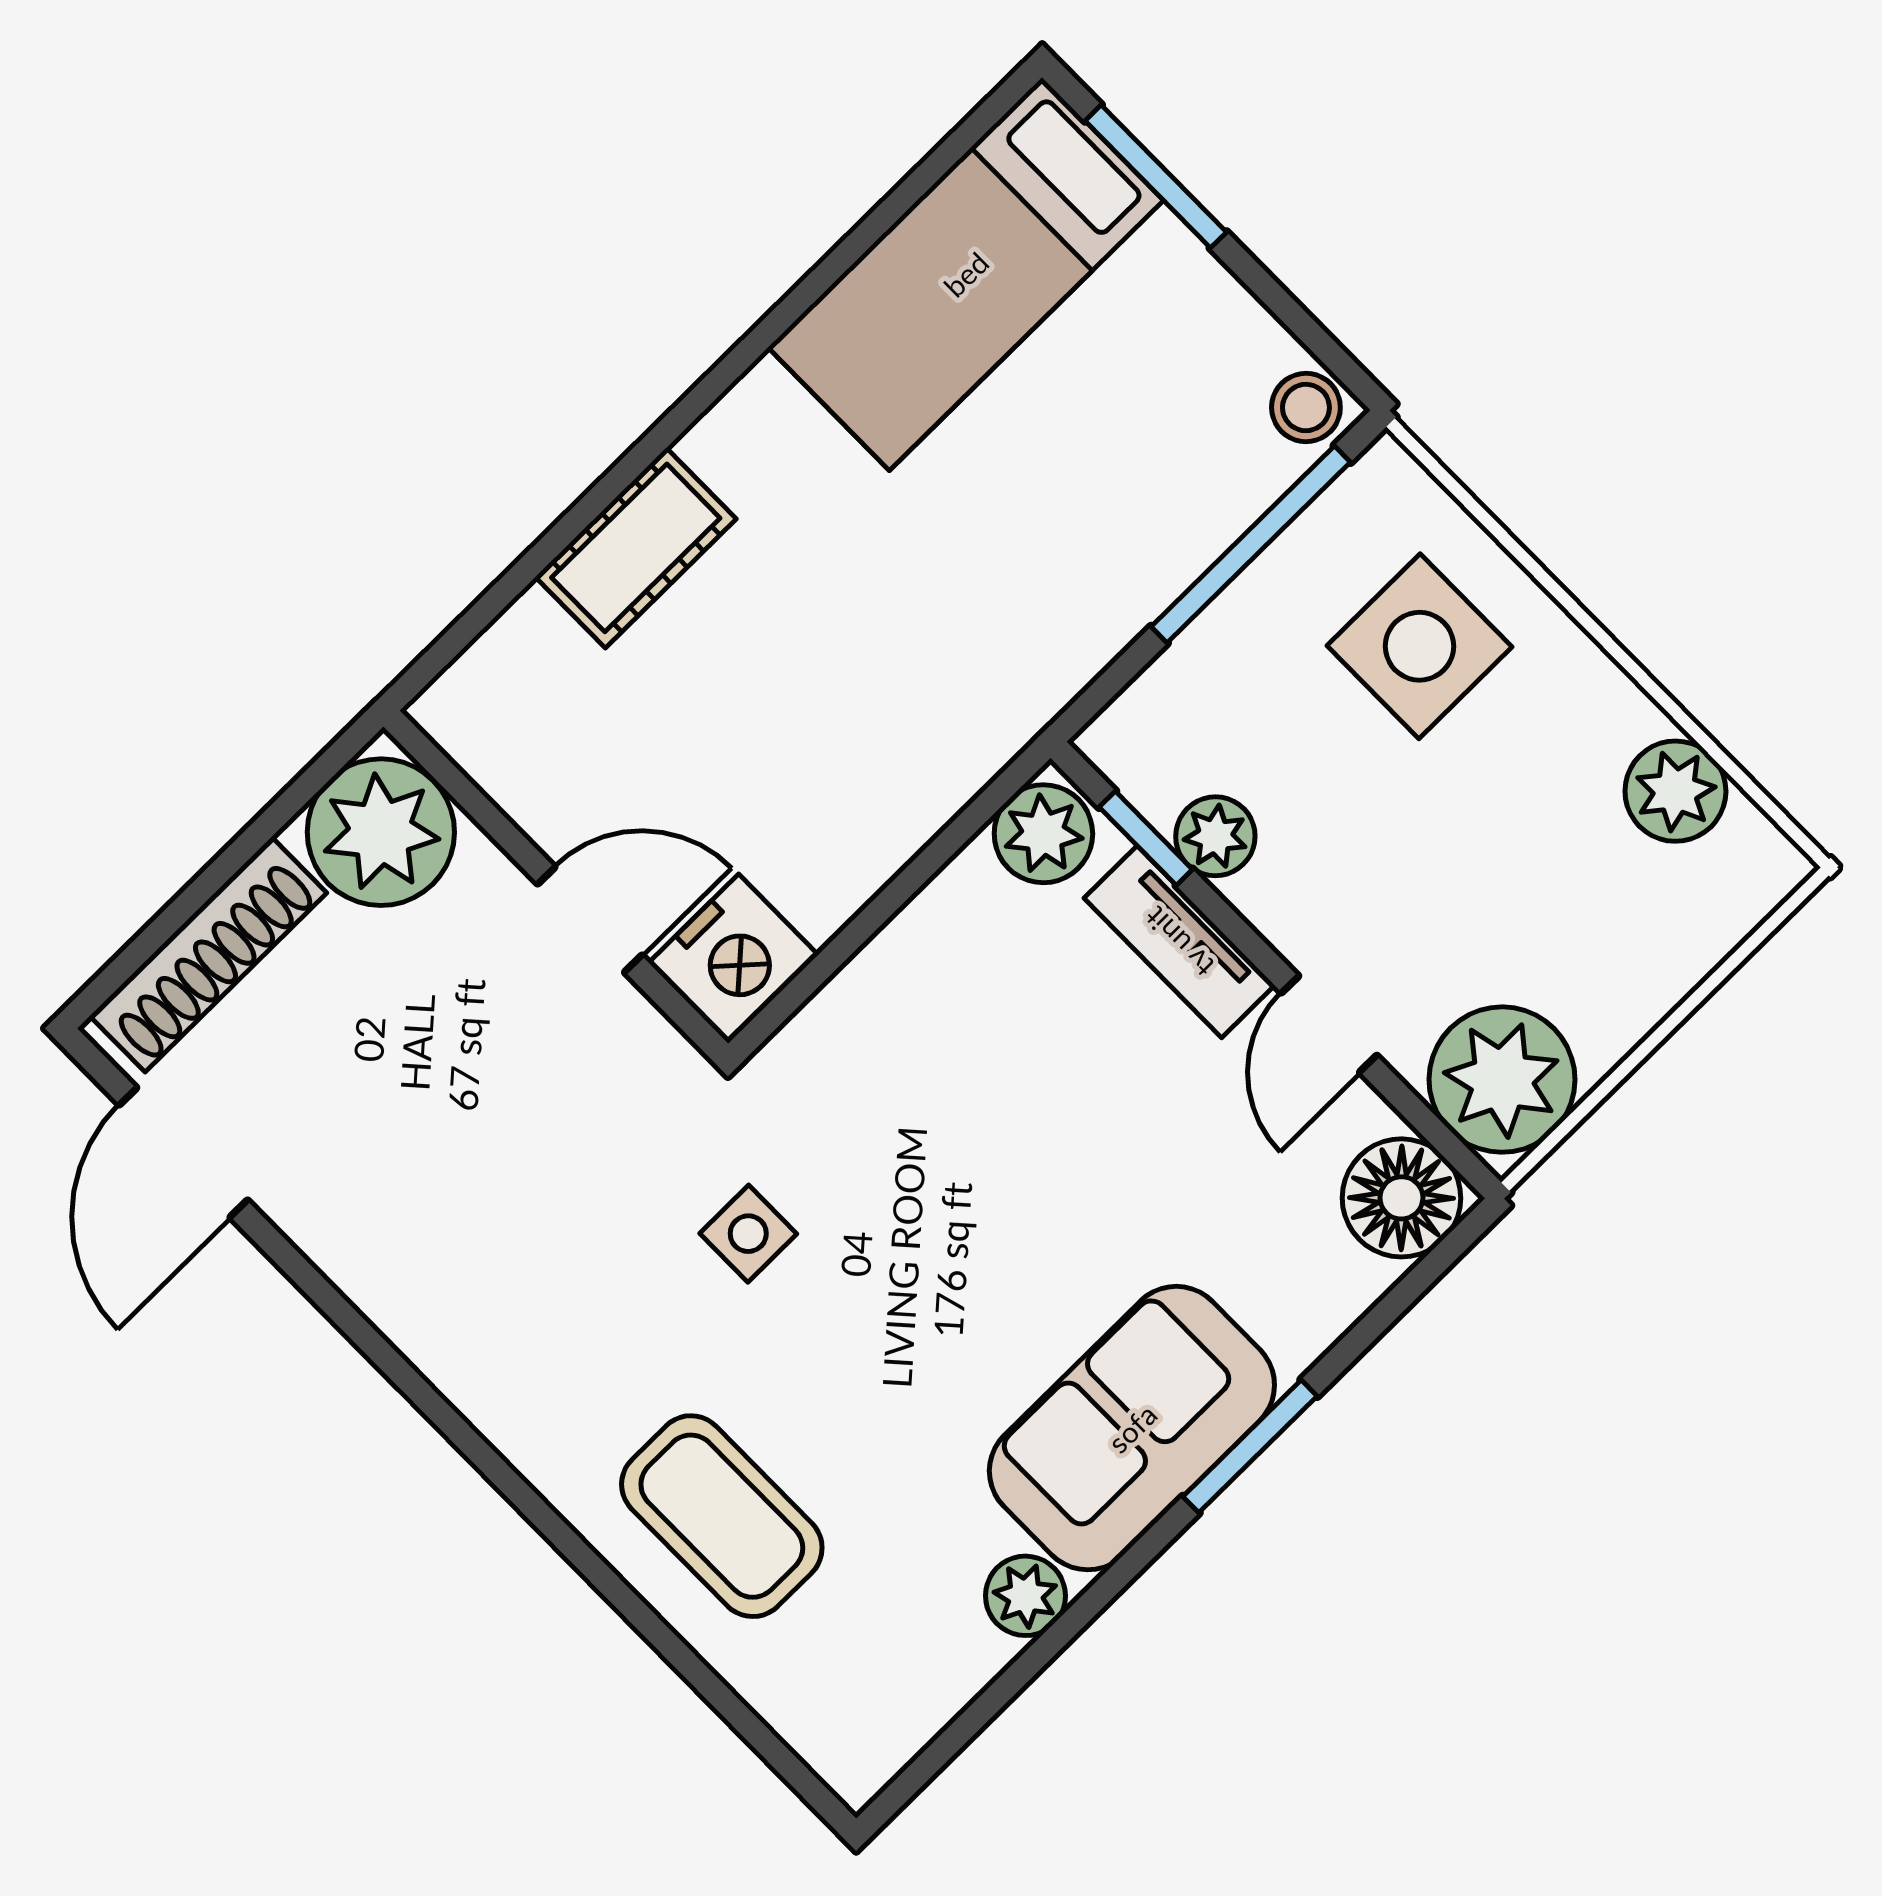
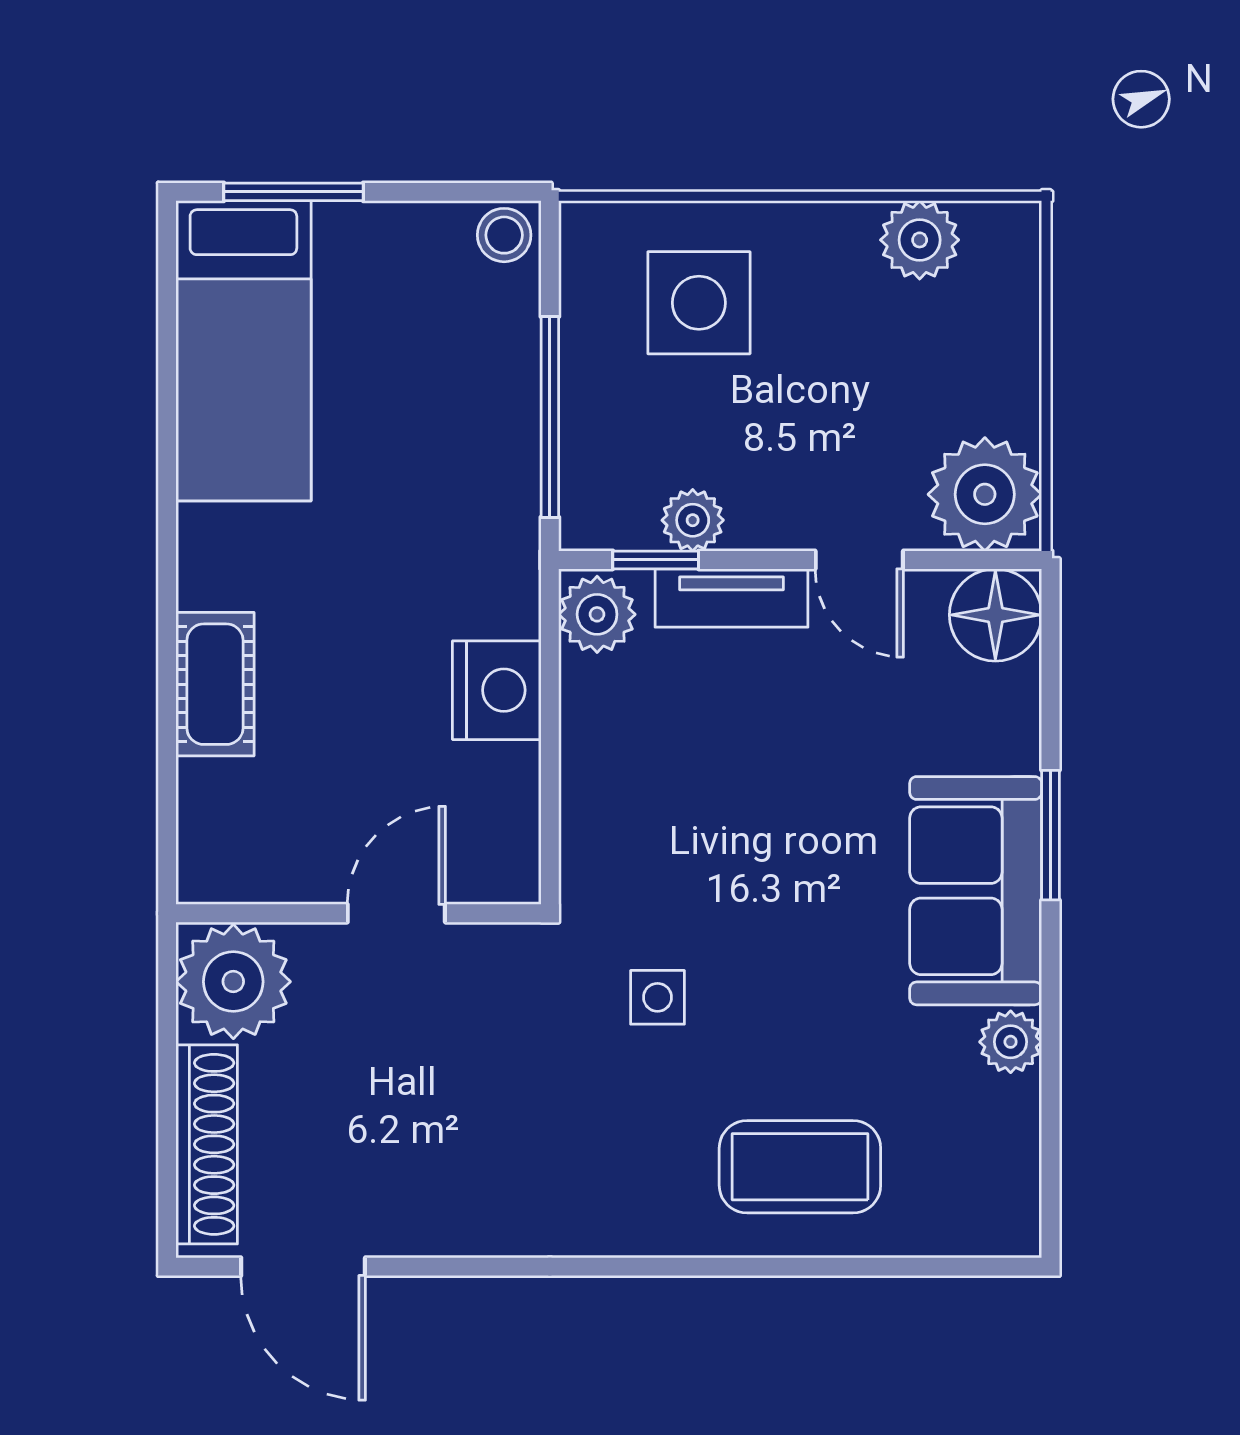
window: (1251, 544) -> (550, 417), moved
nightstand: (733, 959) -> (497, 690), moved

